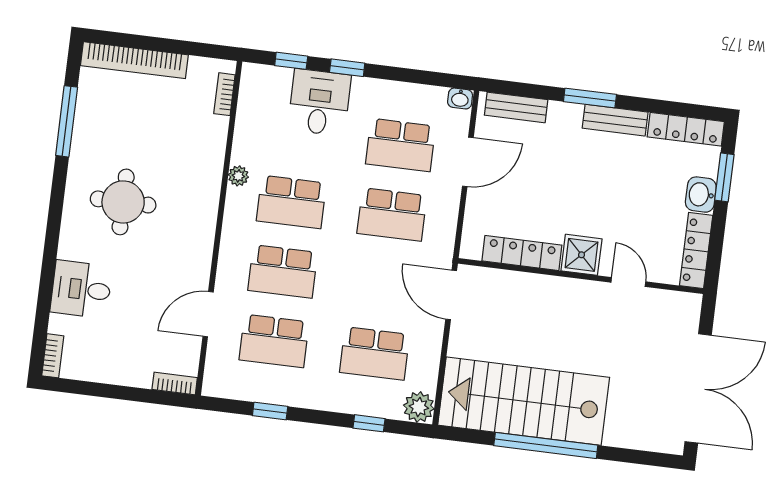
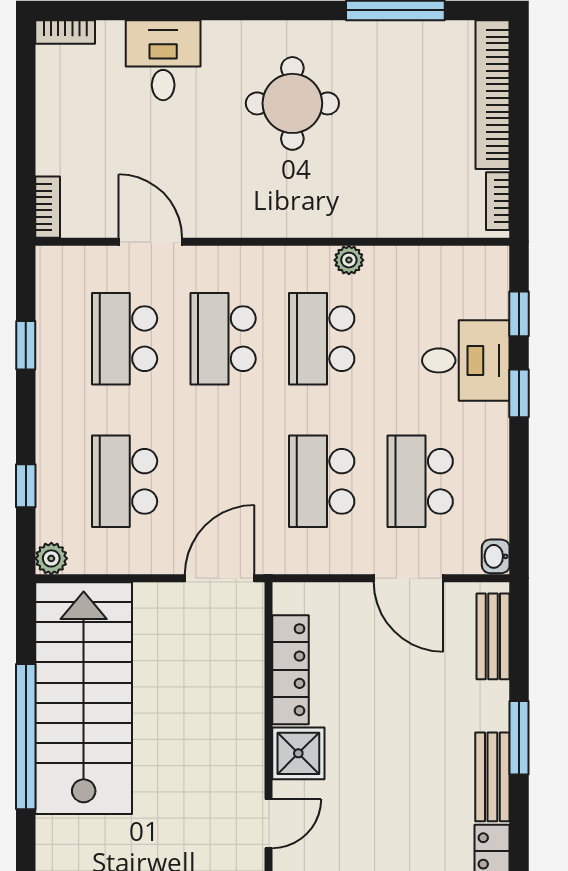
bookcase: (224, 94) -> (498, 201), moved, turned -90
plant: (419, 407) -> (51, 558), width x0.73, depth x0.73

